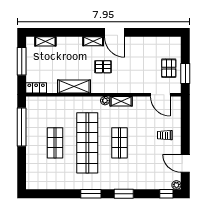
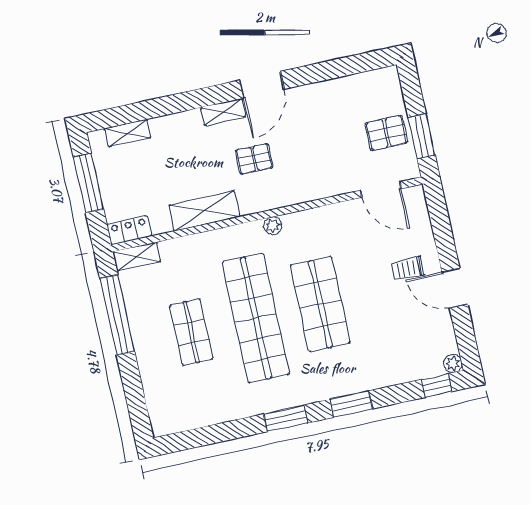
door: (114, 32) -> (262, 85), hinge flipped
pallet: (169, 68) -> (387, 133), turned 90
shelving: (121, 101) -> (137, 257), moved
shop shelf: (119, 143) -> (320, 304), width x1.43, depth x1.36
door: (185, 163) -> (455, 288), moved

